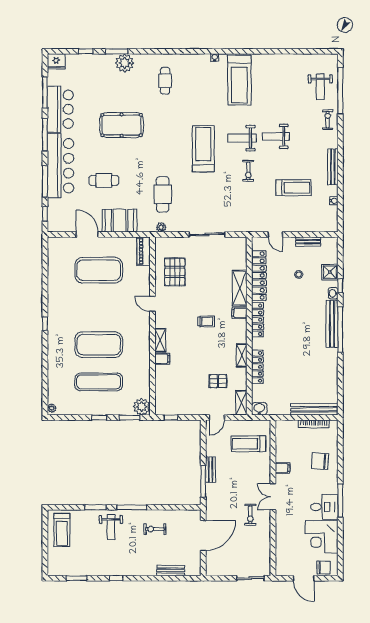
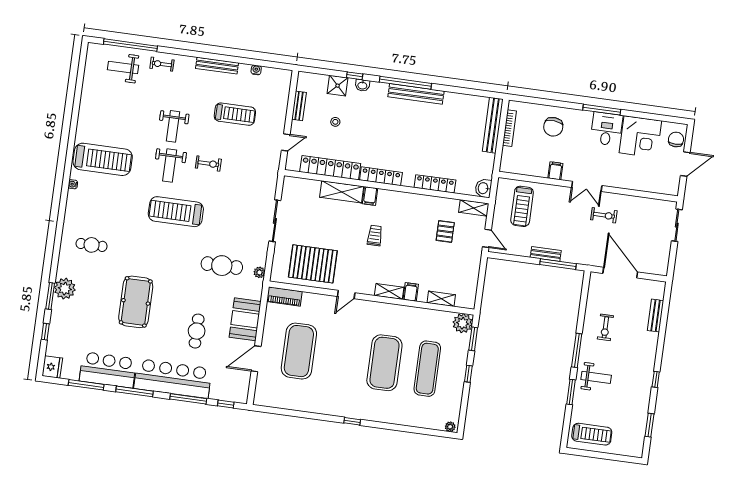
weight bench: (320, 87) -> (123, 67), turned 180
treadmill: (294, 188) -> (235, 114), turned 90
pallet: (175, 272) -> (313, 264), width x1.37, depth x1.41
bench: (332, 324) -> (416, 94), moved
shelving: (242, 355) -> (441, 299), moved
window: (171, 418) -> (480, 291), removed

